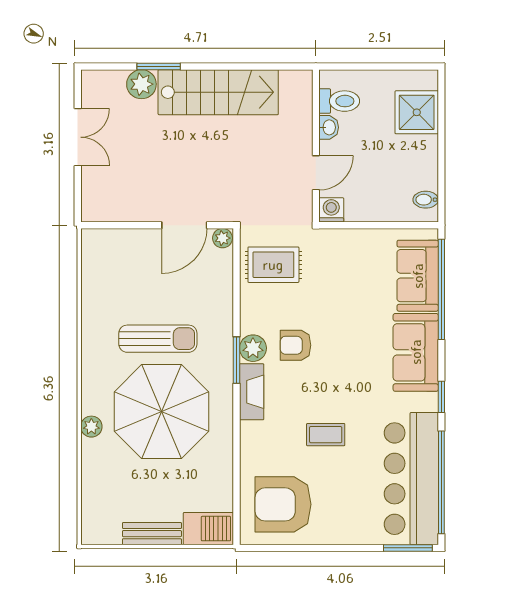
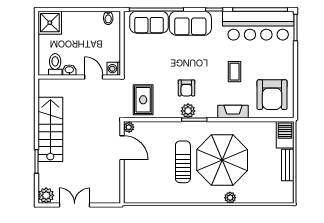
plant: (141, 84) -> (46, 195), moved
shower: (417, 112) -> (50, 23), moved
fireplace: (252, 392) -> (233, 111), moved

